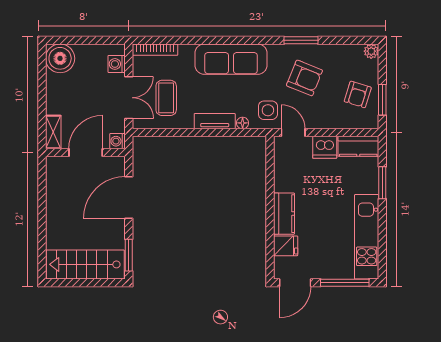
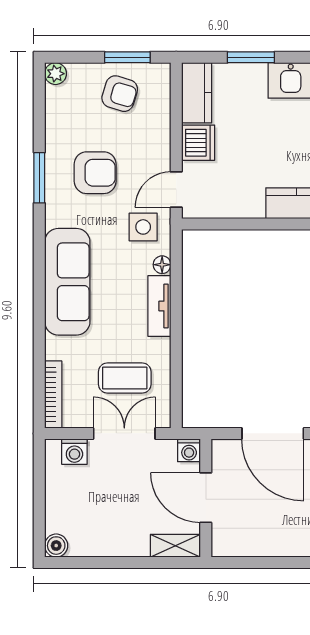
boiler: (60, 58) -> (56, 546), width x0.54, depth x0.54
armchair: (304, 78) -> (95, 173), turned 68

